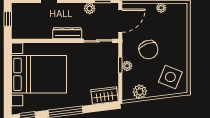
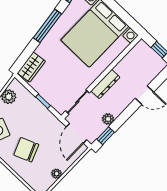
chair: (148, 50) -> (26, 150), moved
plant: (127, 66) -> (37, 106), removed

